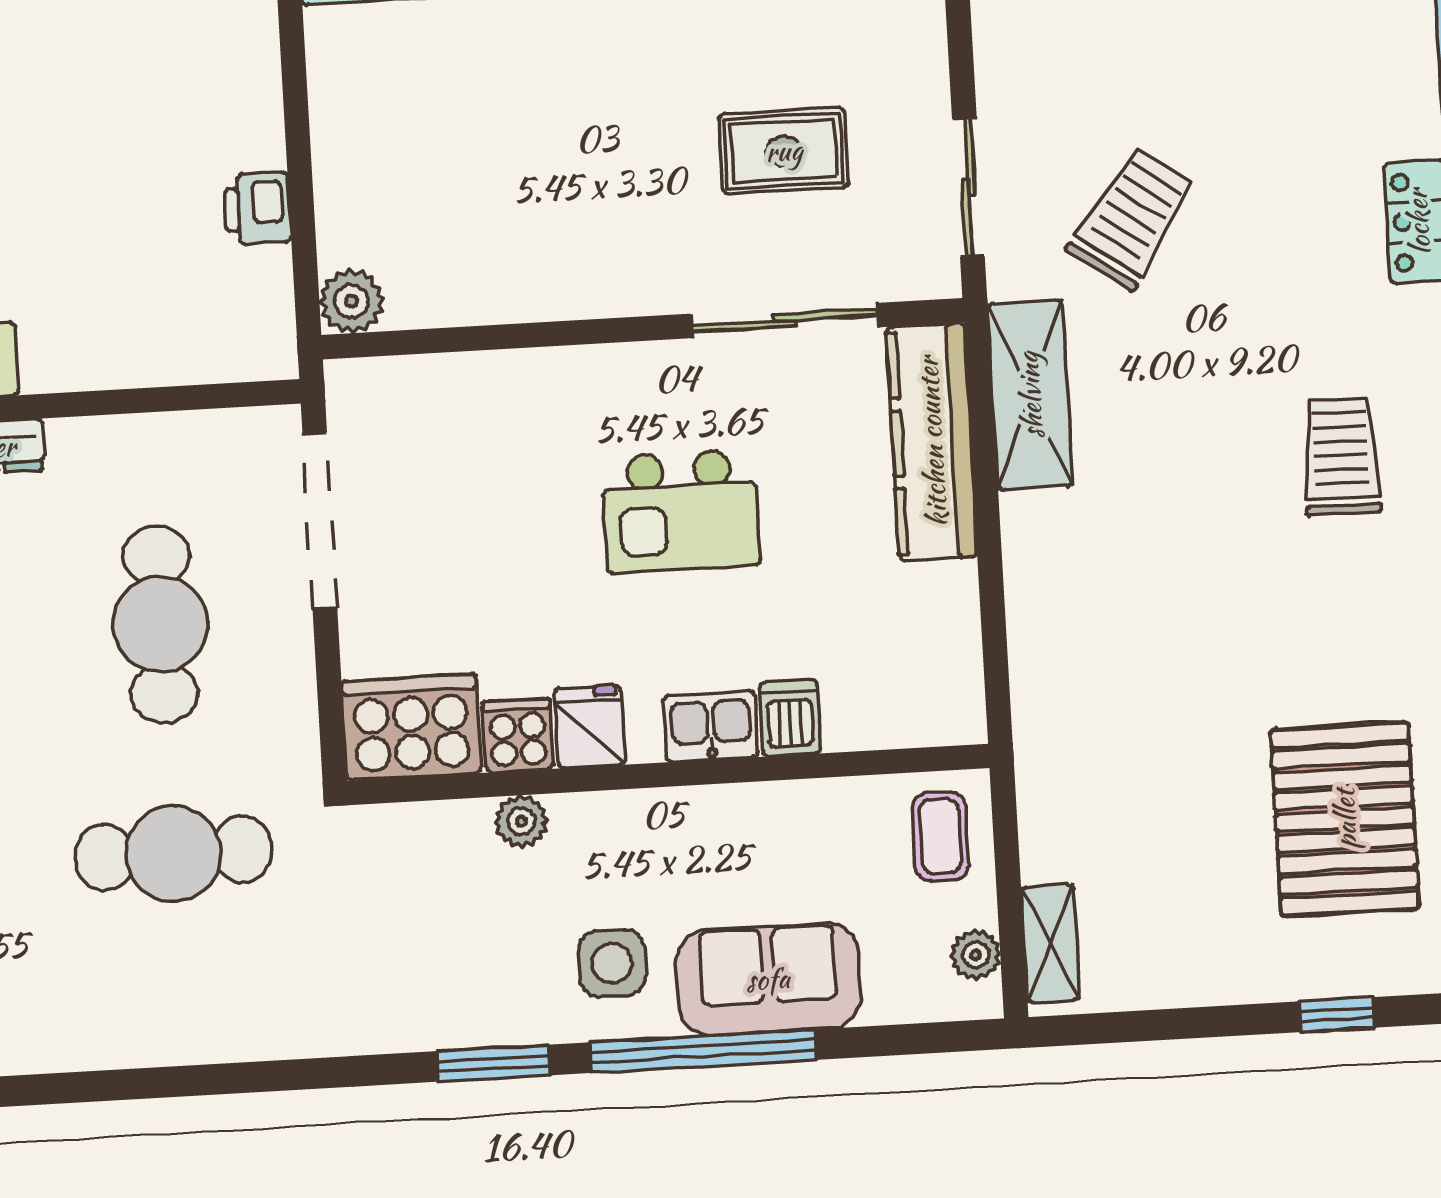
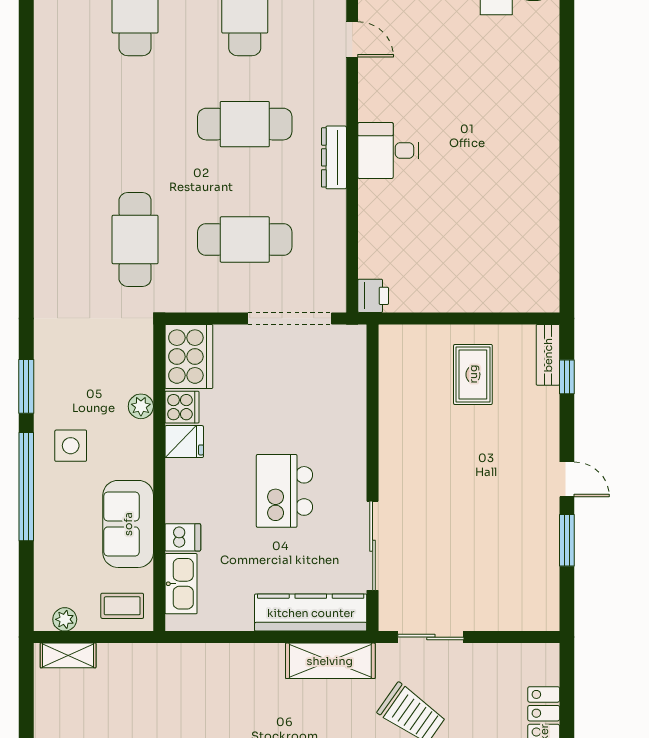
rug: (784, 151) -> (473, 374), moved
printer: (258, 209) -> (373, 296), moved, turned 90
plant: (351, 301) -> (394, 340), removed
kitchen sink: (711, 726) -> (181, 584), moved, width x1.38
sofa: (768, 979) -> (128, 524), moved, turned 180

